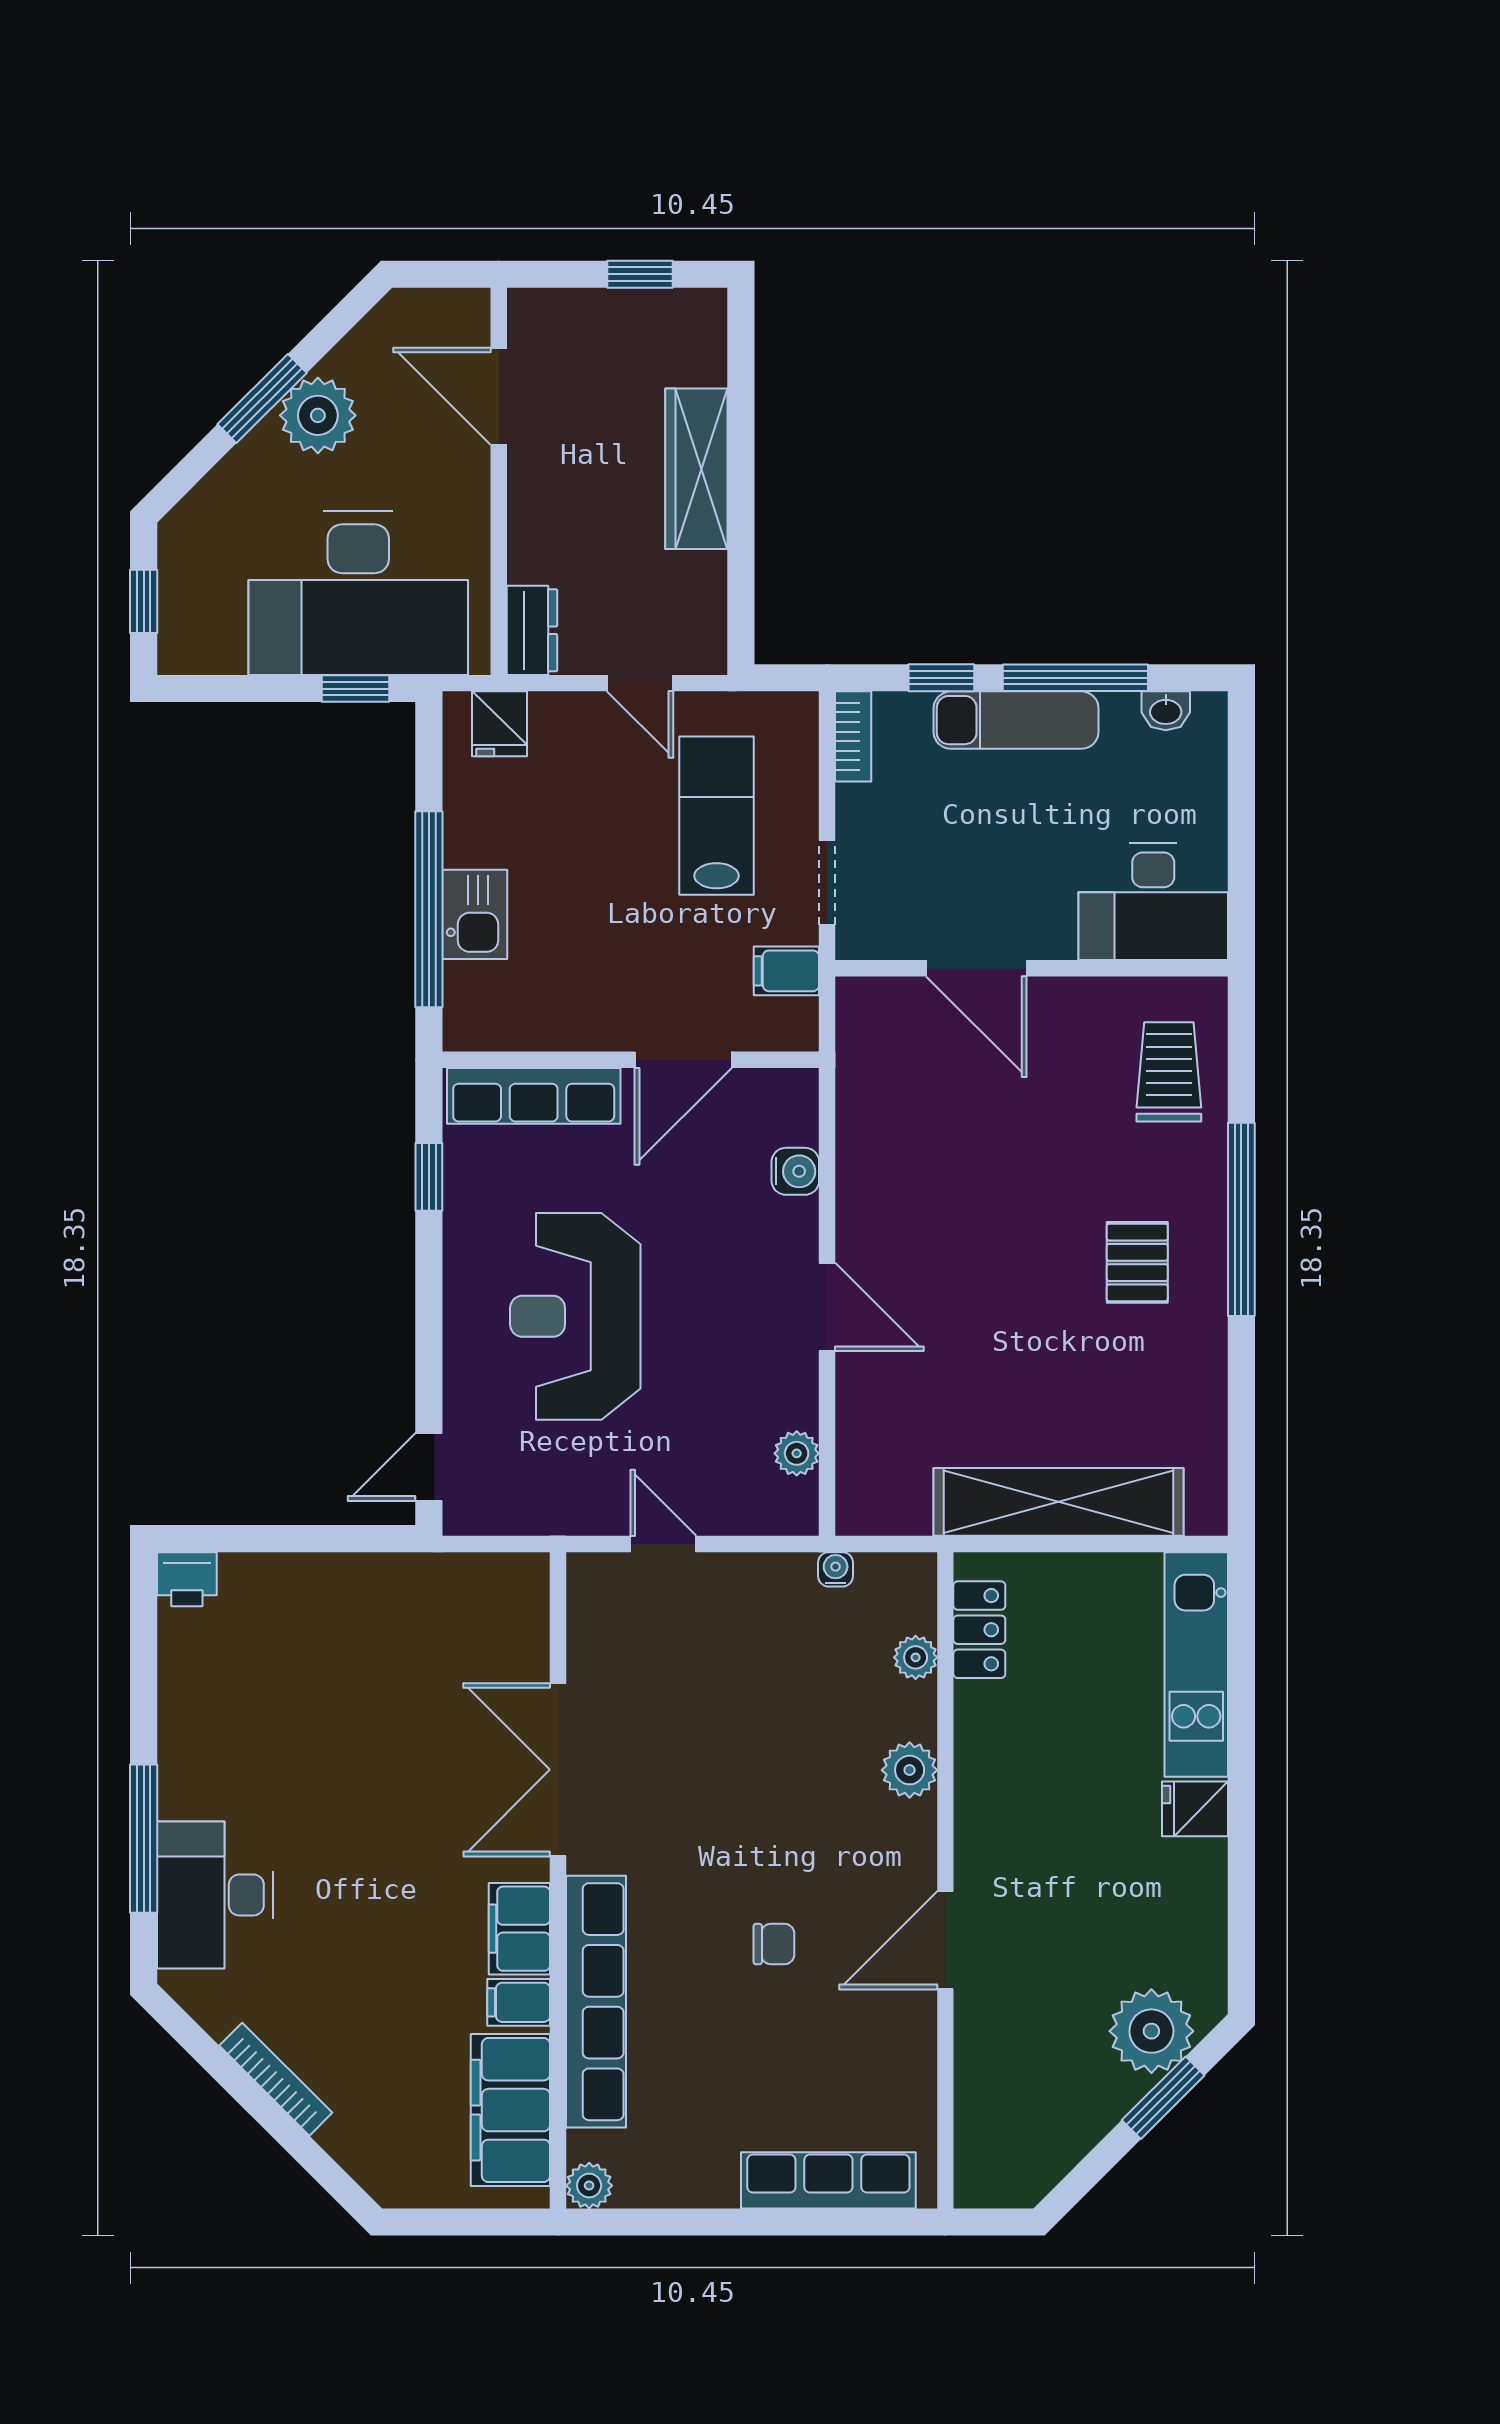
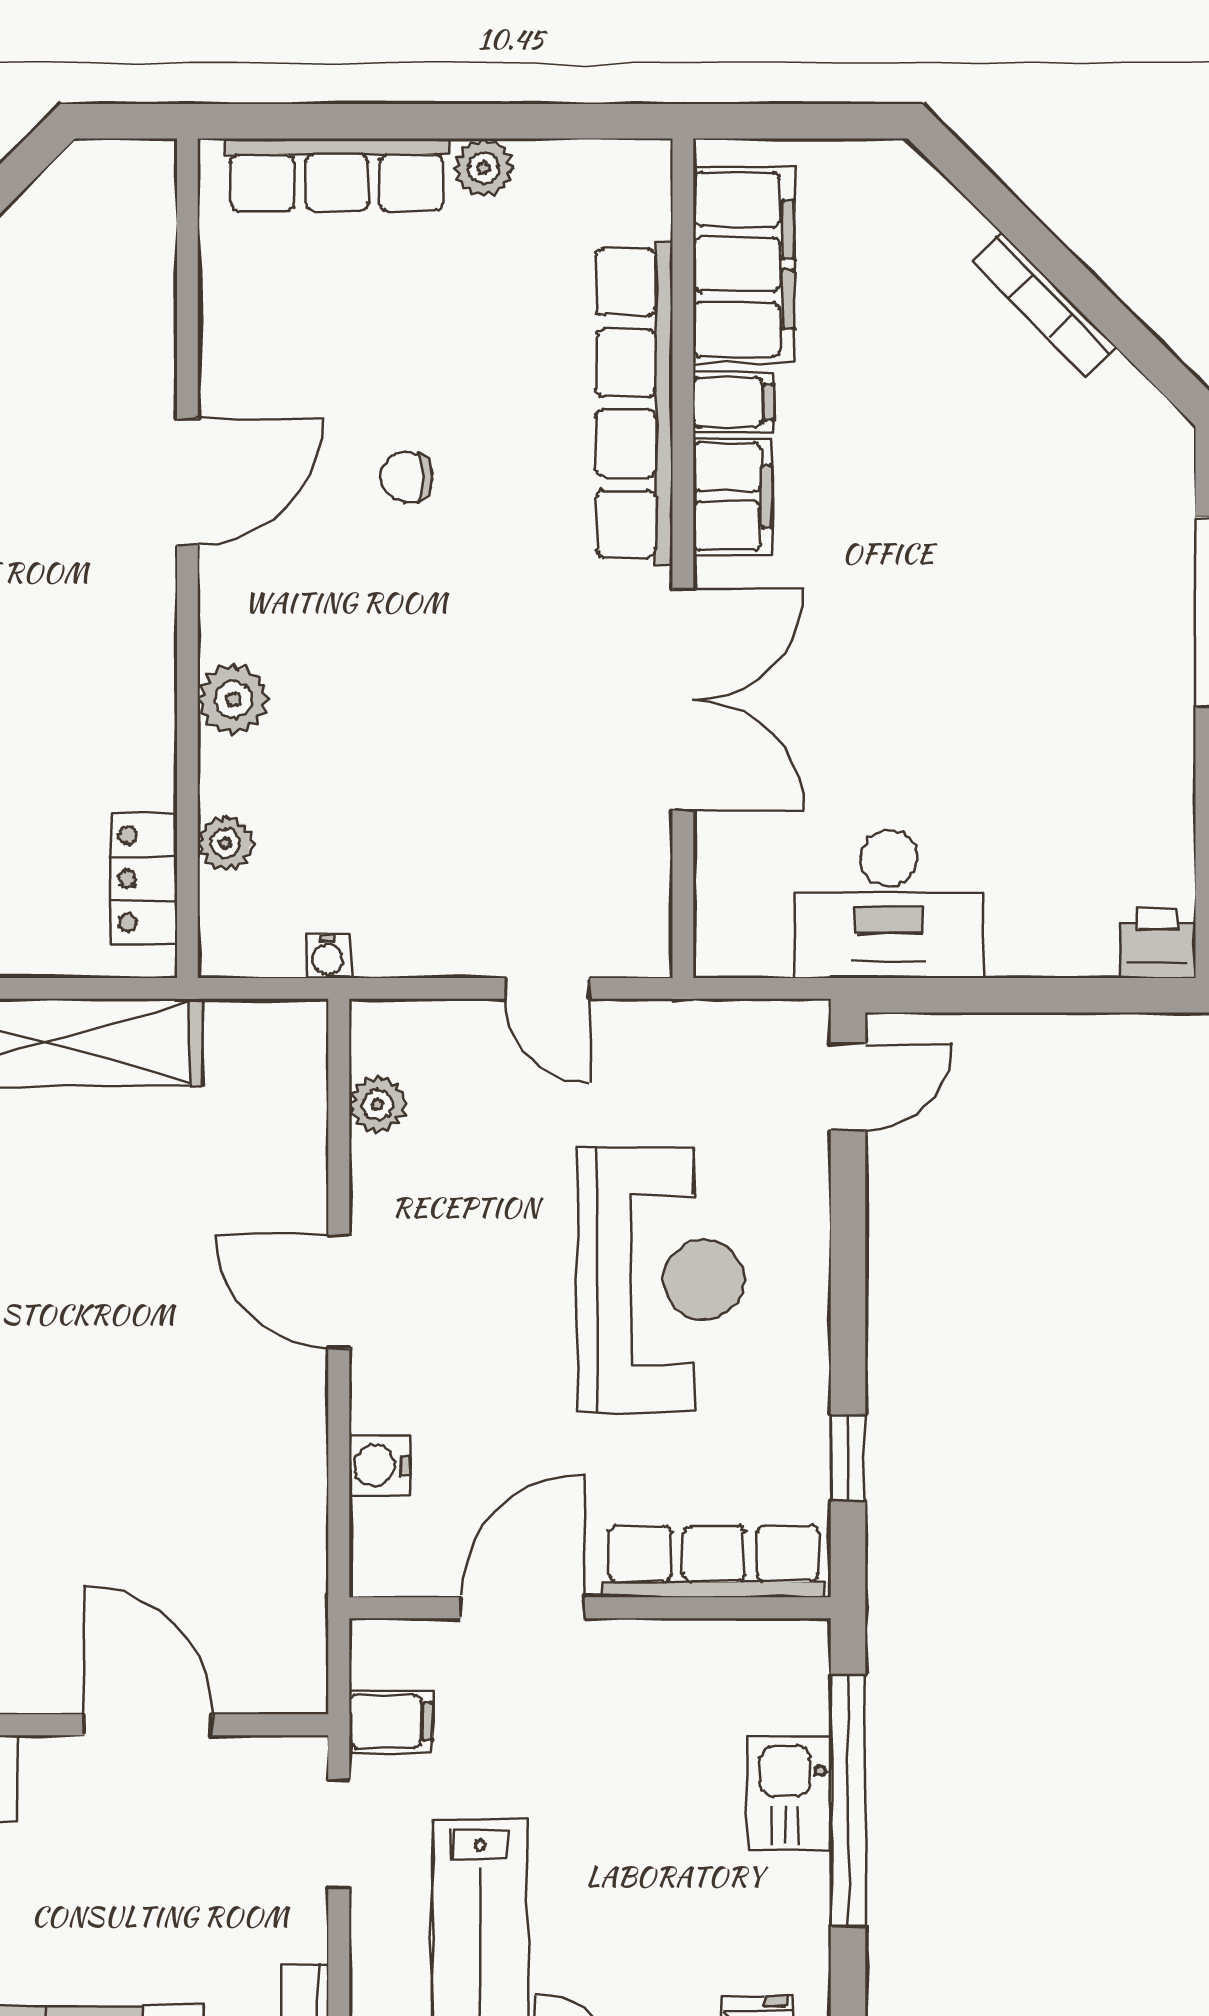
desk: (215, 1895) -> (889, 904), moved, turned 90
plant: (589, 2186) -> (484, 168), moved

